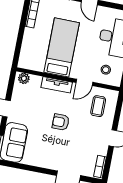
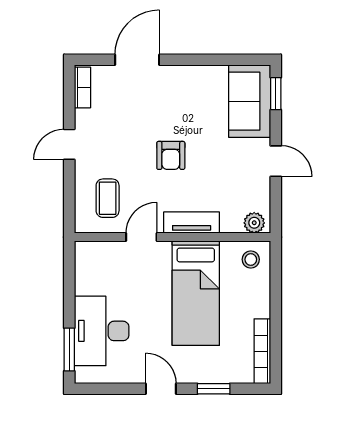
stool: (106, 70) -> (251, 259), moved
armchair: (61, 122) -> (171, 155), turned 90

